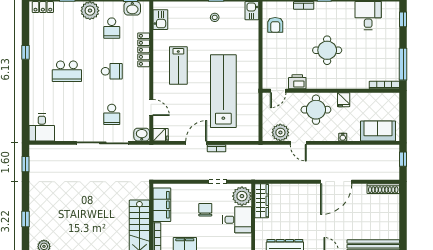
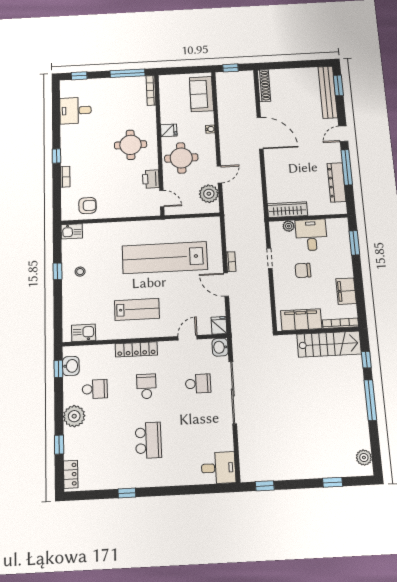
locker: (144, 50) -> (136, 349), moved
round table: (327, 50) -> (131, 145), moved
plant: (242, 196) -> (289, 226), width x0.53, depth x0.53

